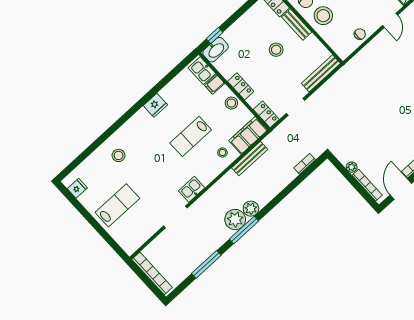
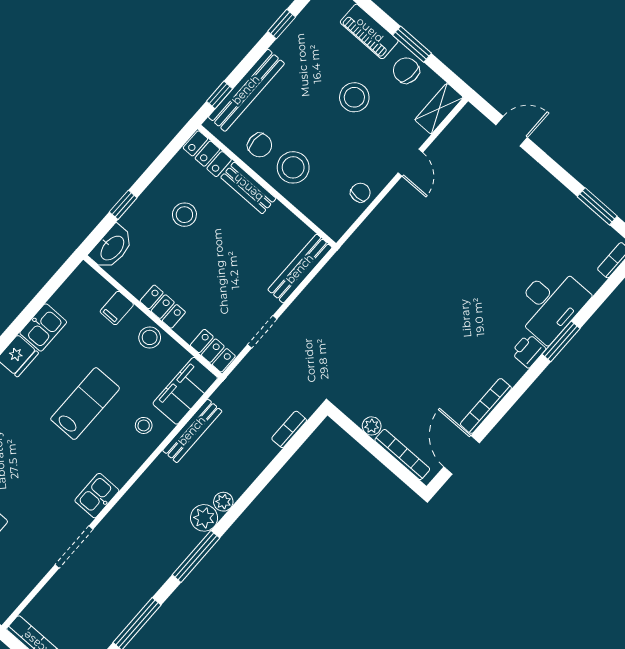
window: (215, 36) -> (123, 205), moved
stool: (276, 50) -> (184, 215), moved
kitchen sink: (202, 71) -> (43, 327), moved, turned -90
lab bench: (191, 136) -> (85, 404), turned 180
plant: (235, 220) -> (223, 502), moved, width x0.53, depth x0.53

